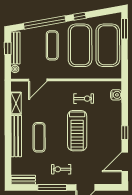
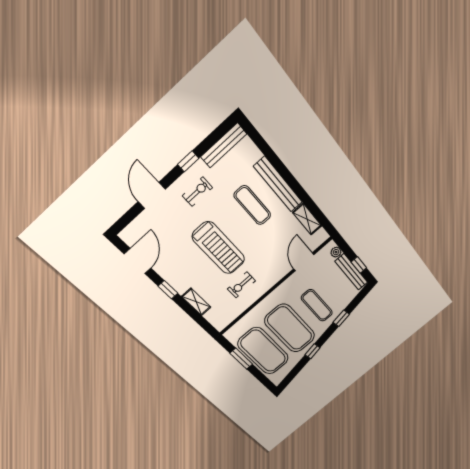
window: (45, 22) -> (341, 318), width x0.32
window: (125, 29) -> (241, 359), moved
water cooler: (116, 95) -> (213, 316), removed
shelving: (117, 112) -> (196, 302), added
treadmill: (77, 131) -> (219, 248), turned 180
bench: (23, 180) -> (224, 145), width x1.36
window: (52, 187) -> (188, 161), width x0.46

